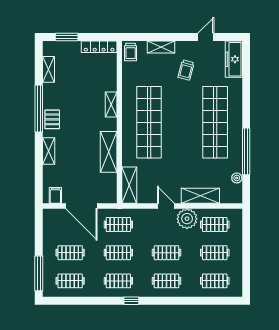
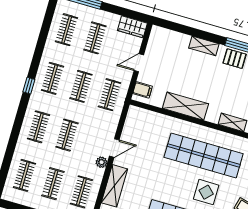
display table: (182, 110) -> (206, 192), added
shelving: (129, 185) -> (146, 117), removed
filing cabinet: (55, 195) -> (143, 90), moved
door: (81, 206) -> (139, 63), width x0.53
plant: (187, 219) -> (101, 162), width x0.53, depth x0.53
wardrobe: (50, 221) -> (132, 27), added

